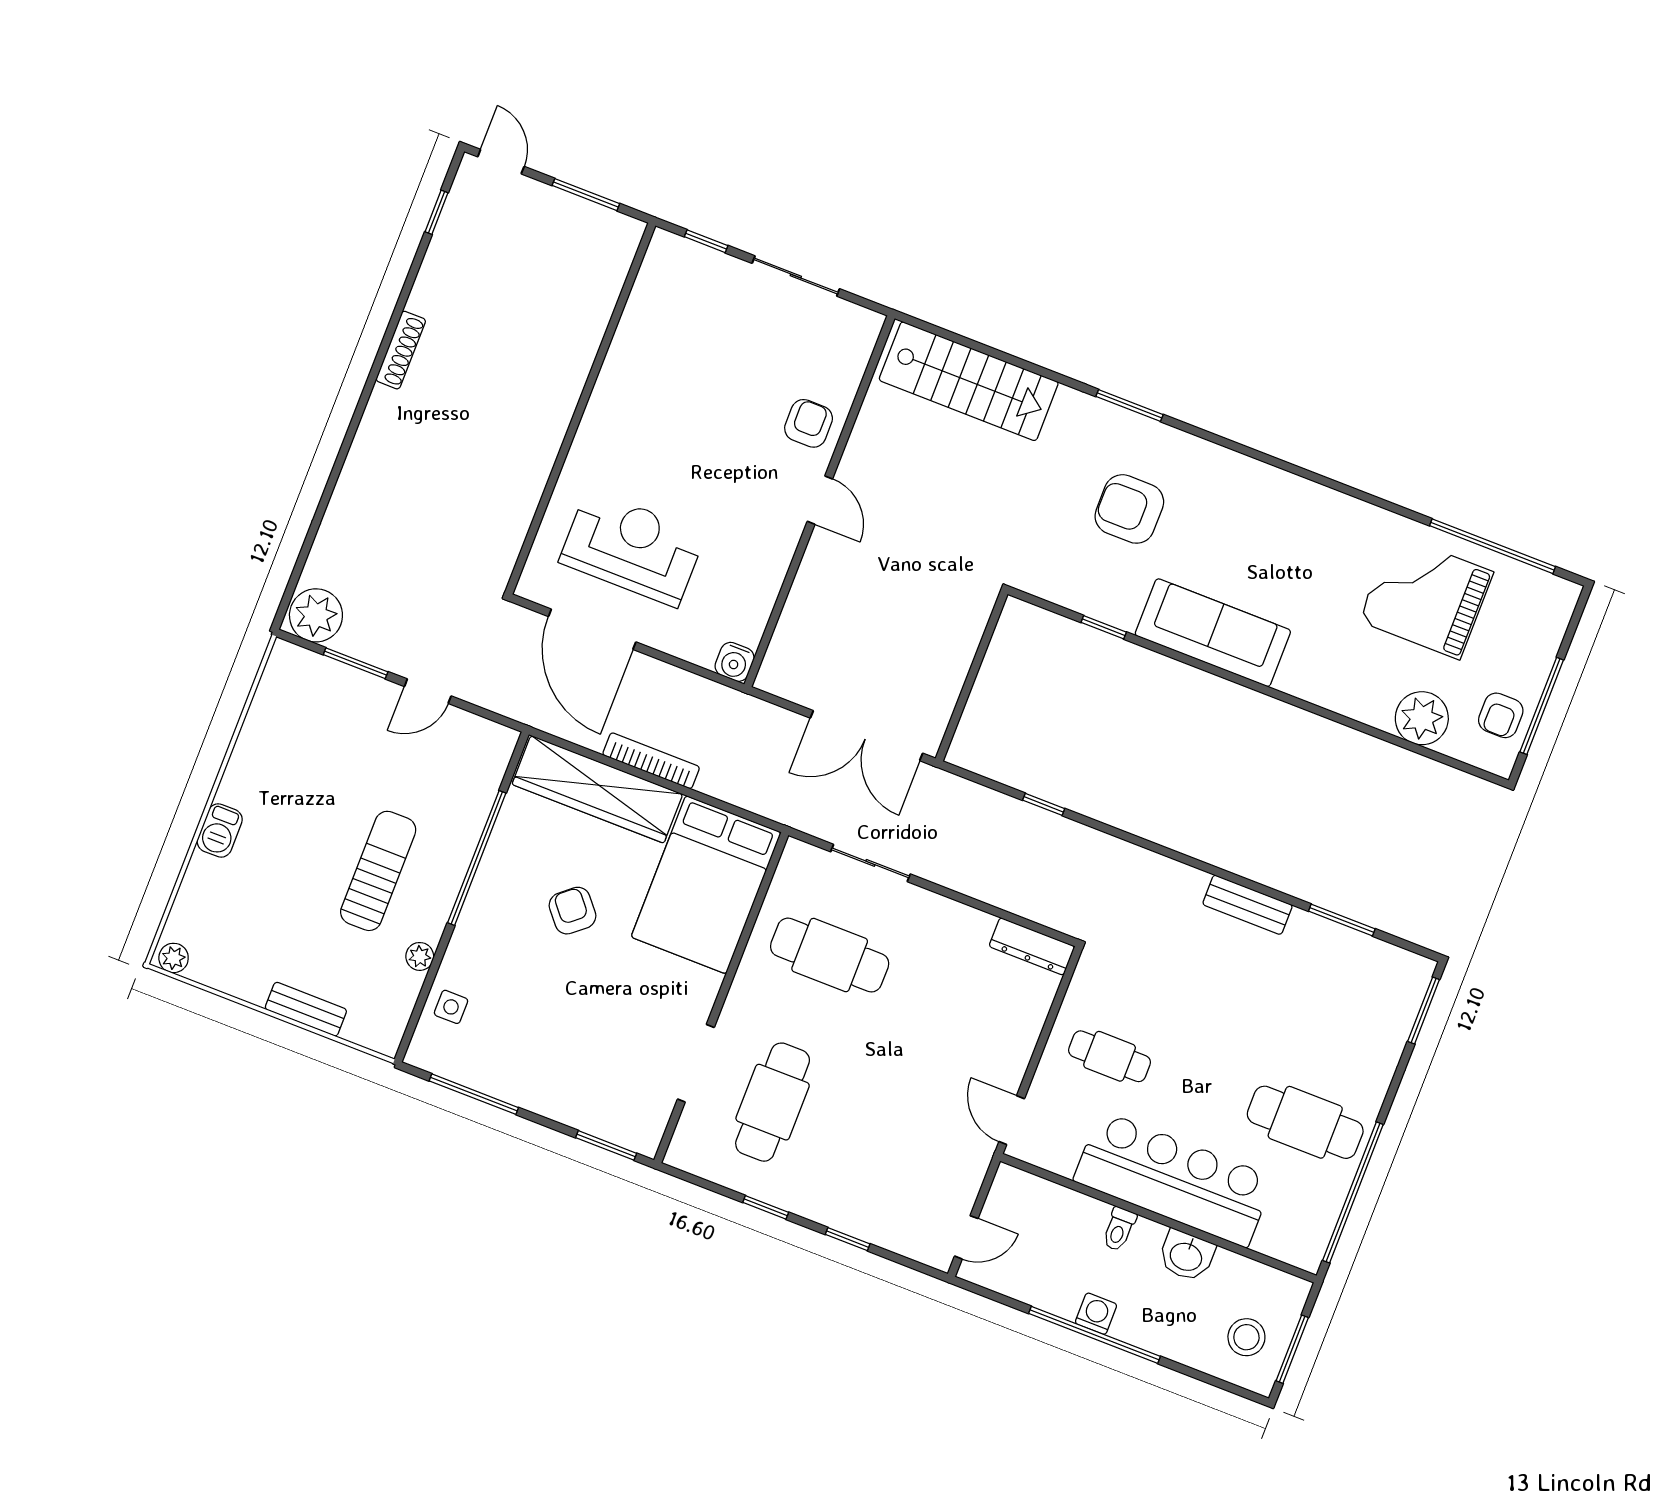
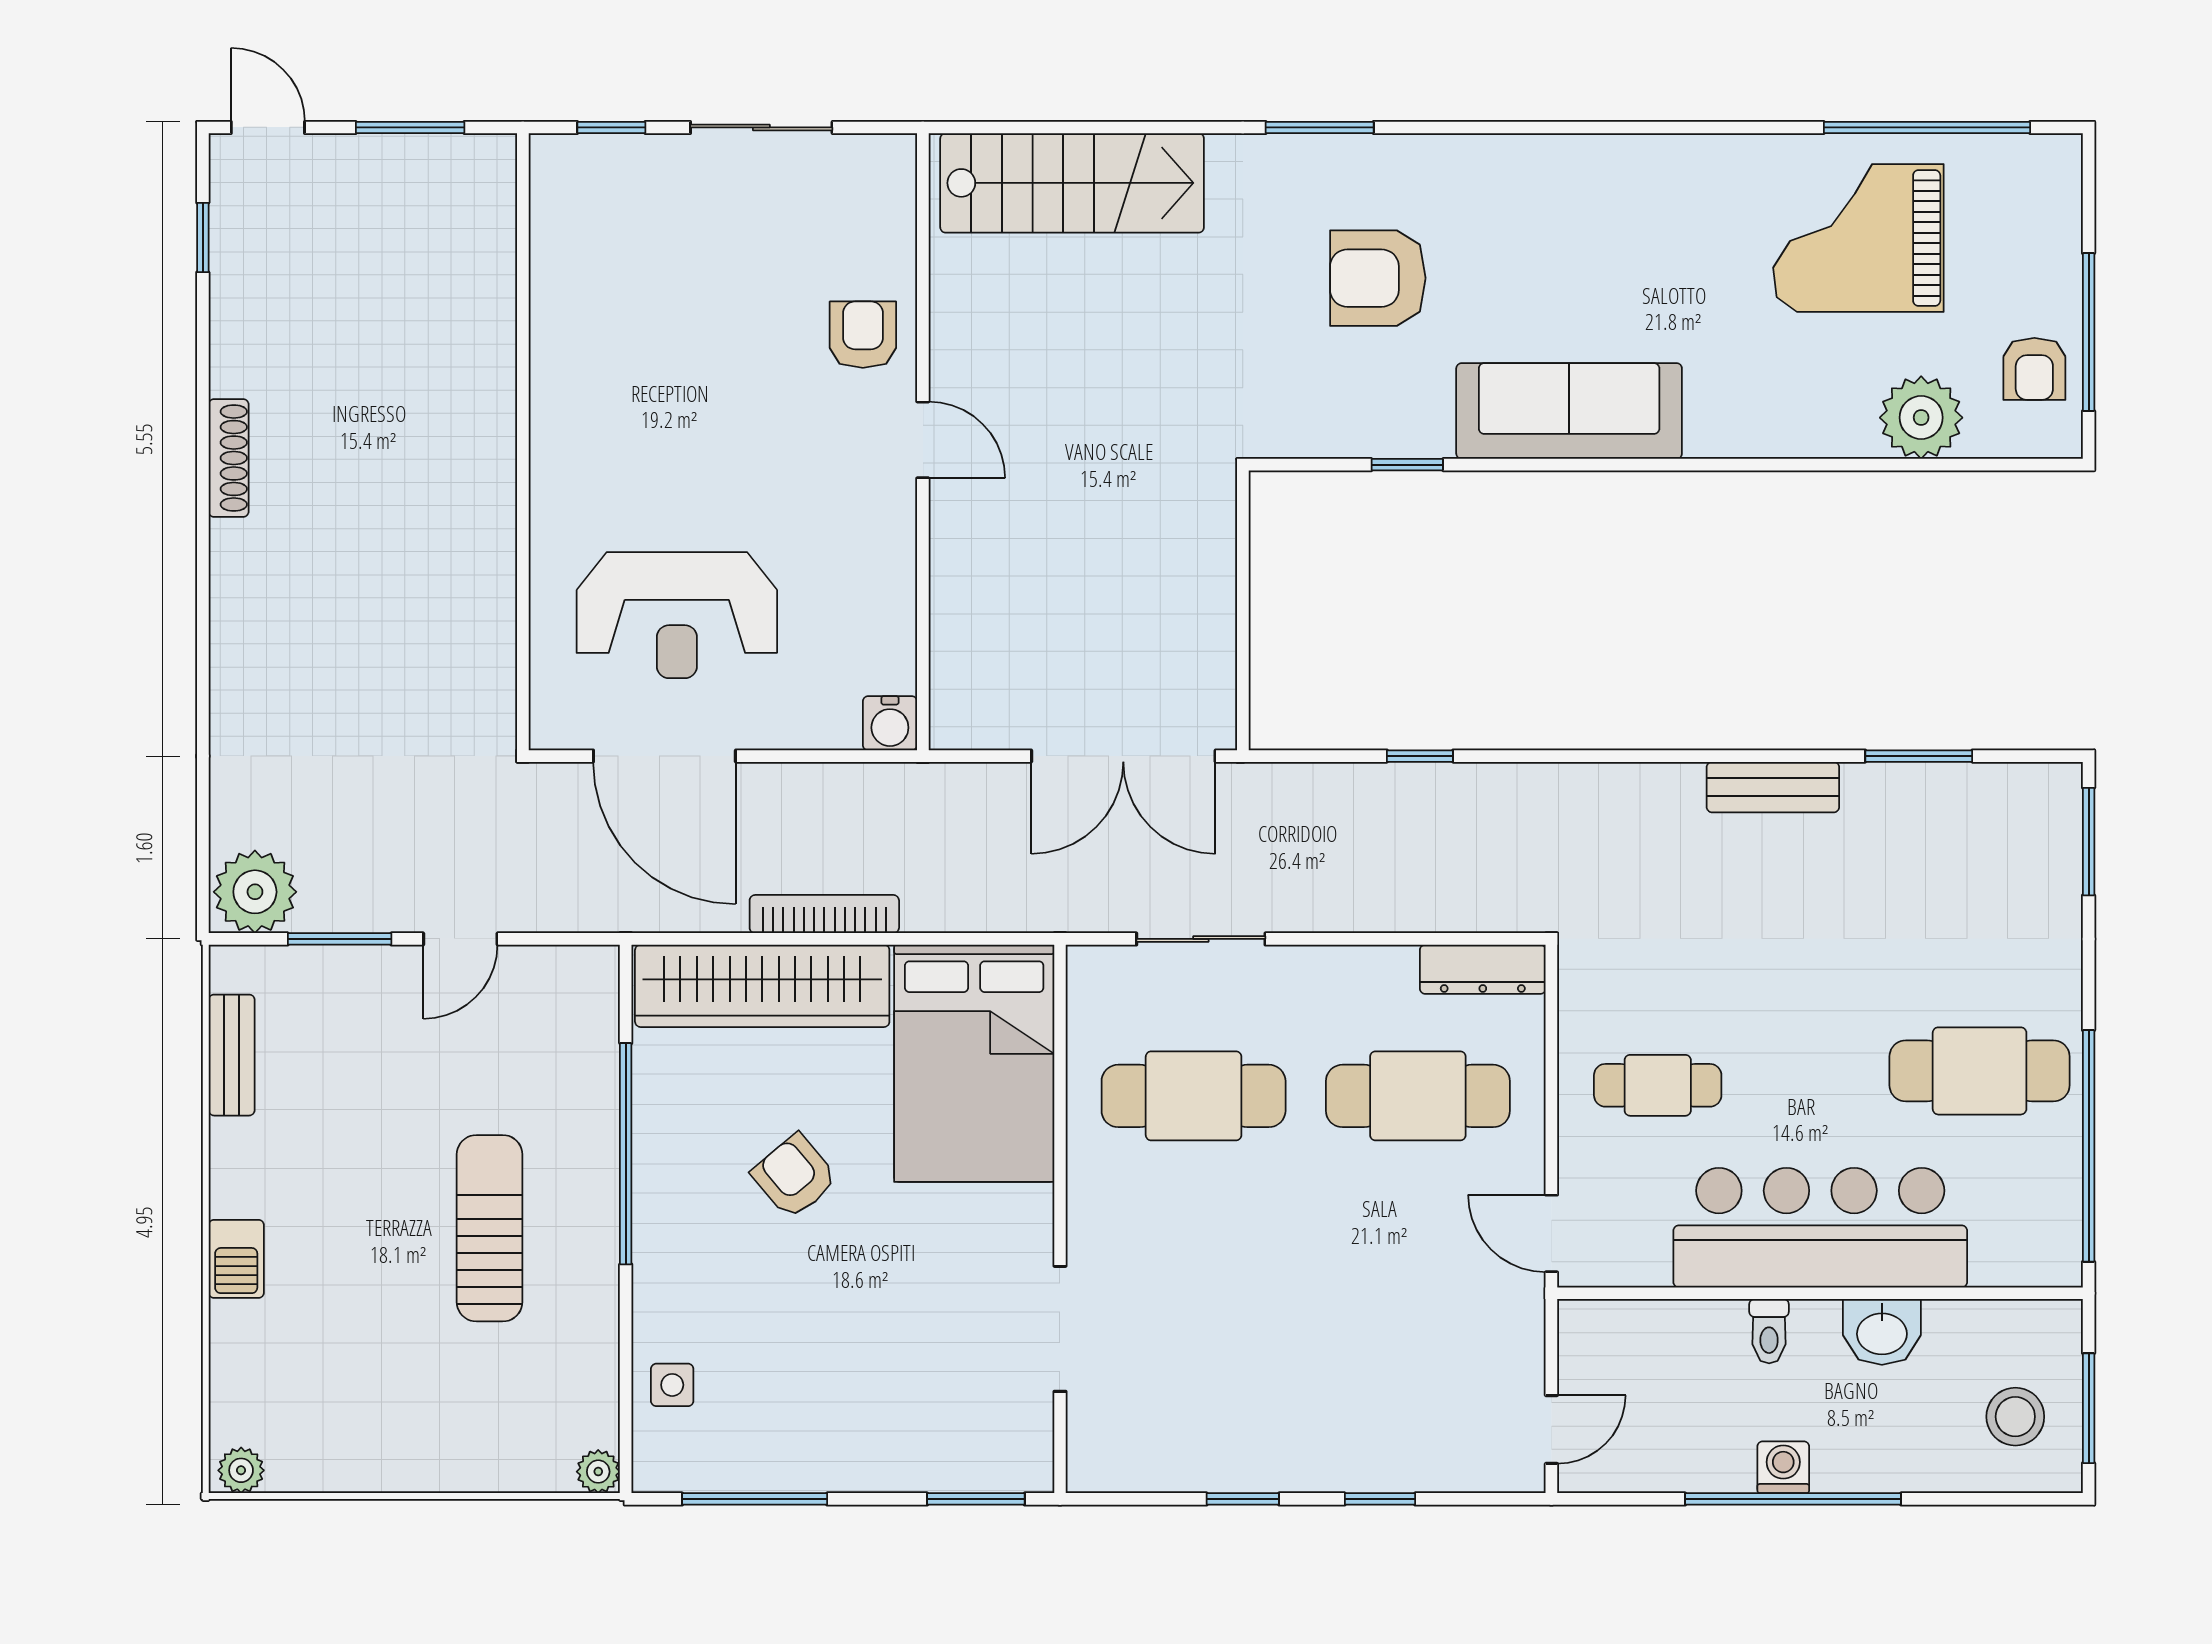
reception desk: (632, 548) -> (677, 615), turned 180
plant: (420, 956) -> (598, 1472), moved
bench: (306, 1009) -> (232, 1055), moved, turned 90
cafe table: (773, 1102) -> (1418, 1096), moved, turned 90

